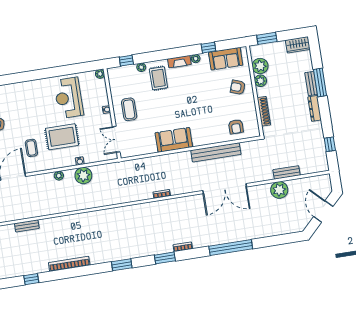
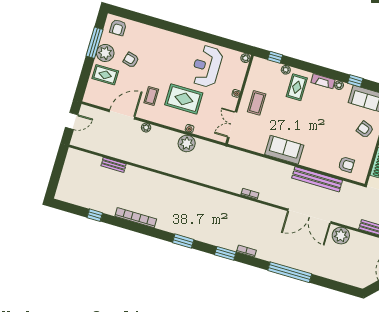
armchair: (236, 127) -> (346, 165), turned -90
plant: (59, 176) -> (146, 128), moved
plant: (279, 190) -> (341, 236), moved

